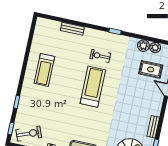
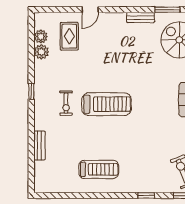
treadmill: (93, 87) -> (107, 104), turned 180

